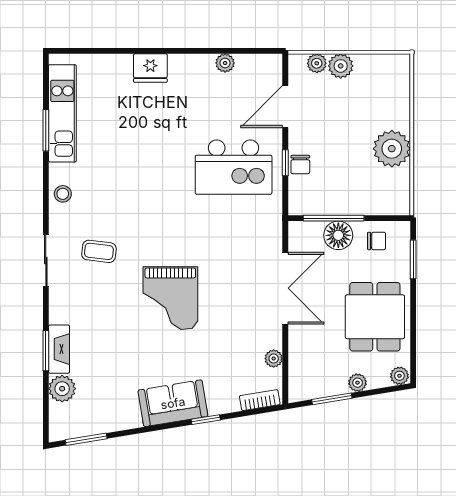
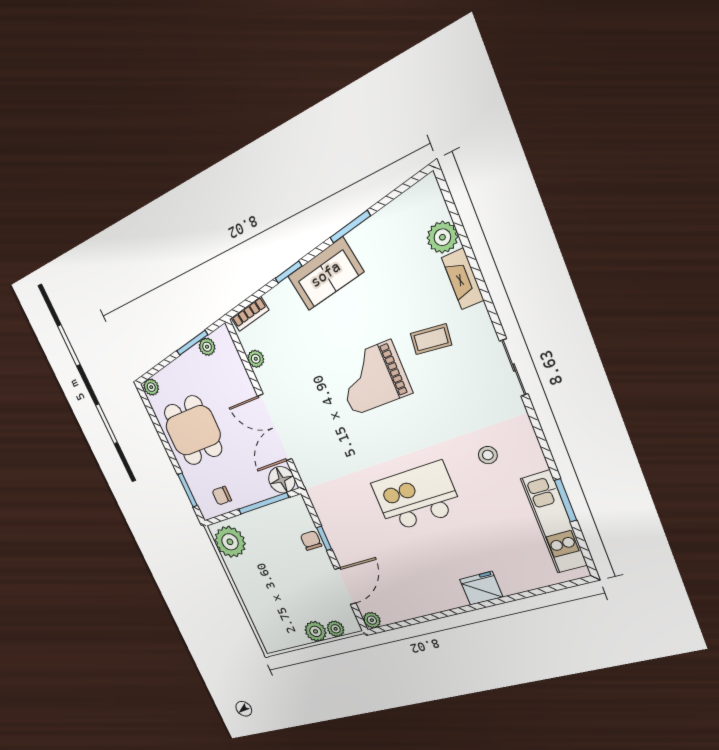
plant: (225, 63) -> (372, 620), moved
plant: (392, 149) -> (230, 542), moved
kitchen island: (234, 167) -> (416, 497), moved
stool: (63, 194) -> (488, 455), moved
floor lamp: (338, 235) -> (282, 480), moved
coffee table: (99, 251) -> (431, 339), moved
grand piano: (170, 298) -> (372, 378), turned -90
window: (46, 351) -> (476, 271), removed
plant: (358, 383) -> (207, 347), moved
window: (86, 439) -> (350, 227), moved

